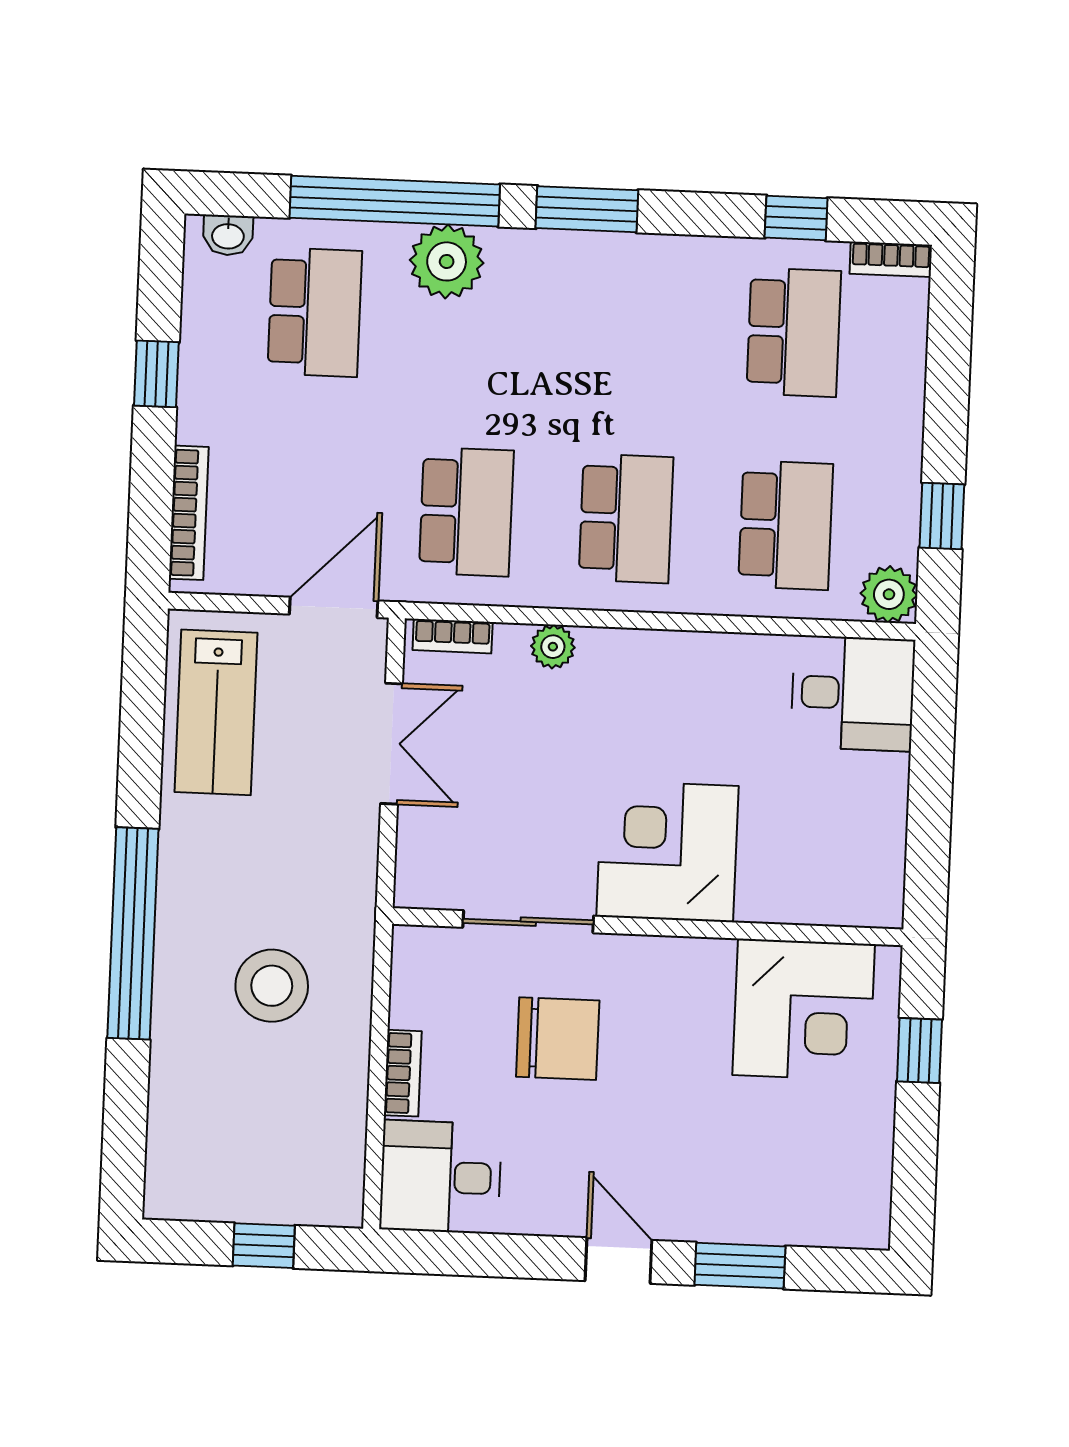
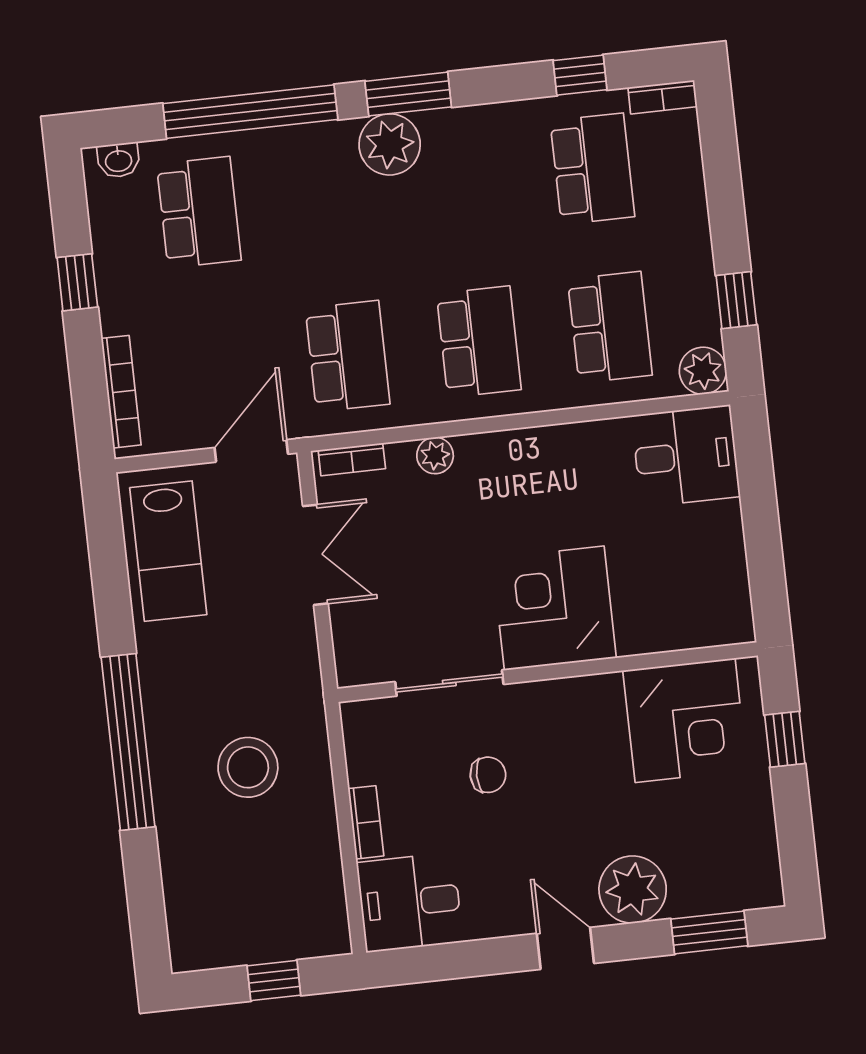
plant: (447, 261) -> (390, 144), moved
chair: (558, 1039) -> (488, 775), width x0.54, depth x0.54
plant: (710, 1202) -> (633, 890), added
window: (740, 1266) -> (709, 932), moved

